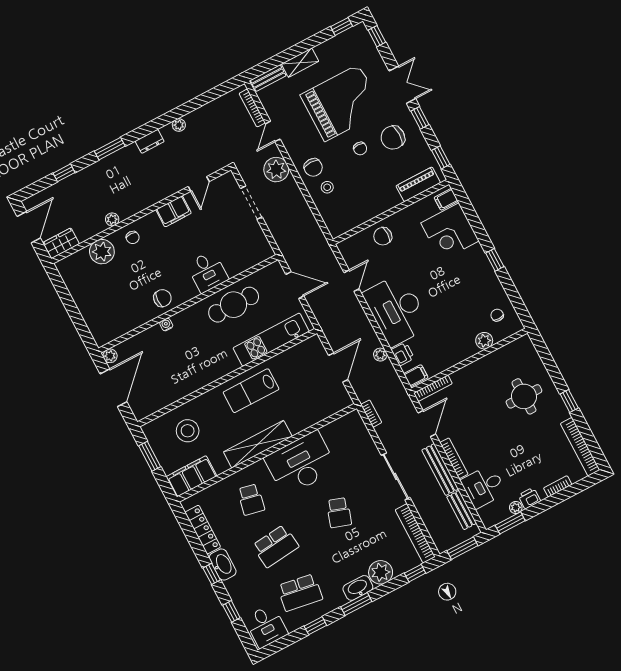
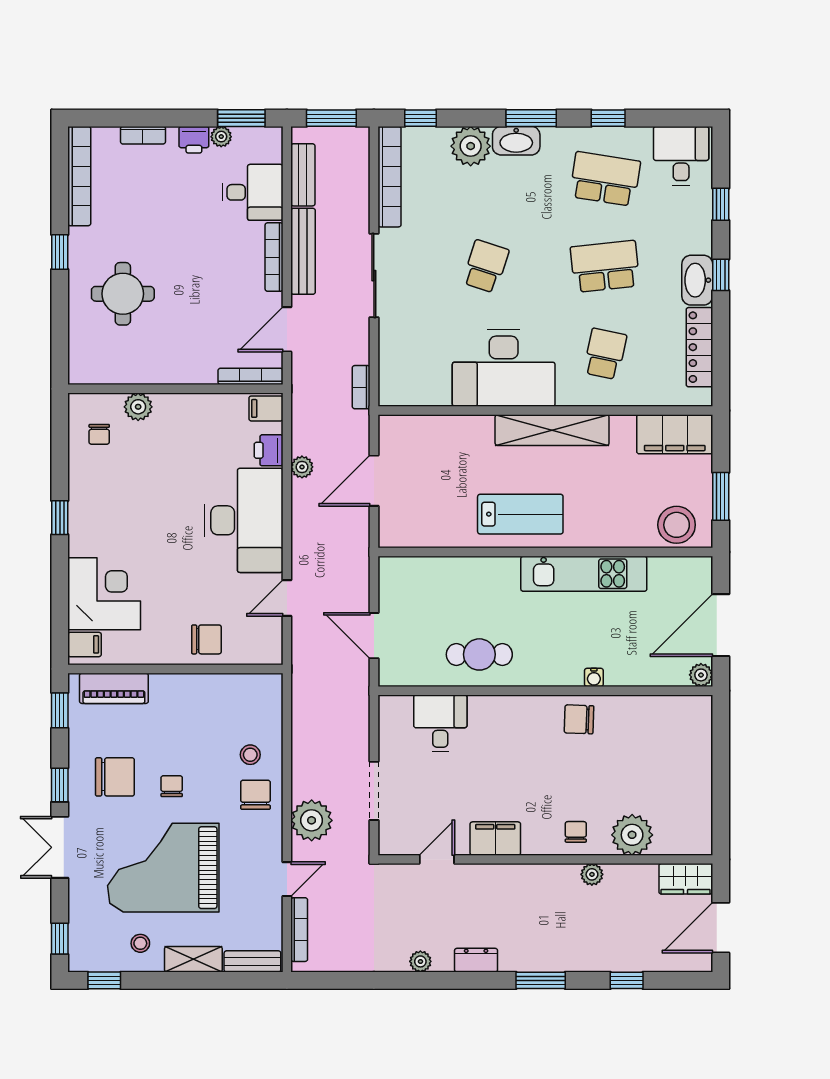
stool: (333, 56) -> (140, 943), added
desk: (207, 272) -> (440, 723), moved
cafe table: (234, 305) -> (479, 654), width x0.73, depth x0.74
kitchen unit: (271, 340) -> (584, 574), moved
stool: (188, 431) -> (677, 525), moved

